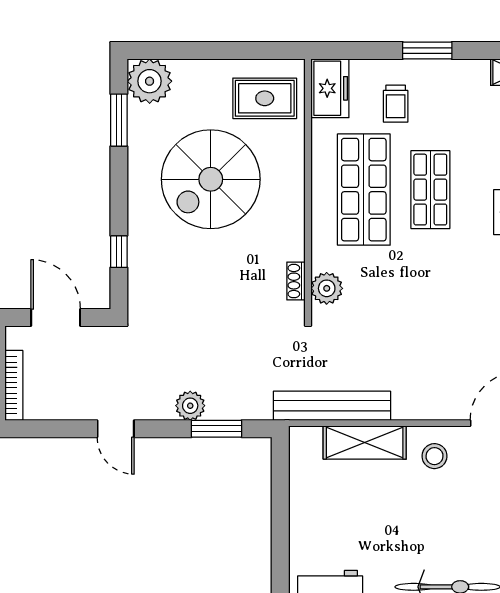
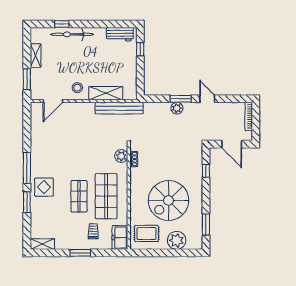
plant: (150, 81) -> (177, 240), moved
spiral stairs: (211, 179) -> (168, 200), turned 180
window: (217, 429) -> (181, 99), moved
window: (280, 550) -> (140, 49), added

